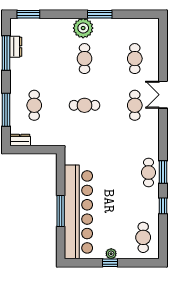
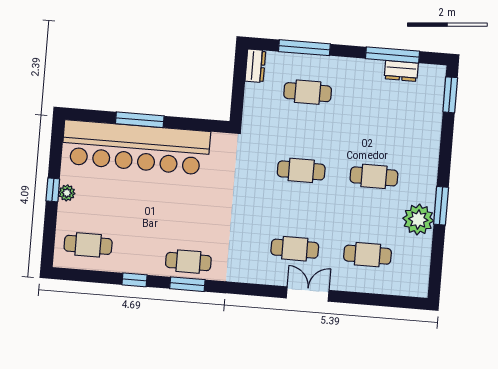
plant: (83, 28) -> (418, 219), moved
cafe table: (84, 105) -> (301, 170), turned 90

